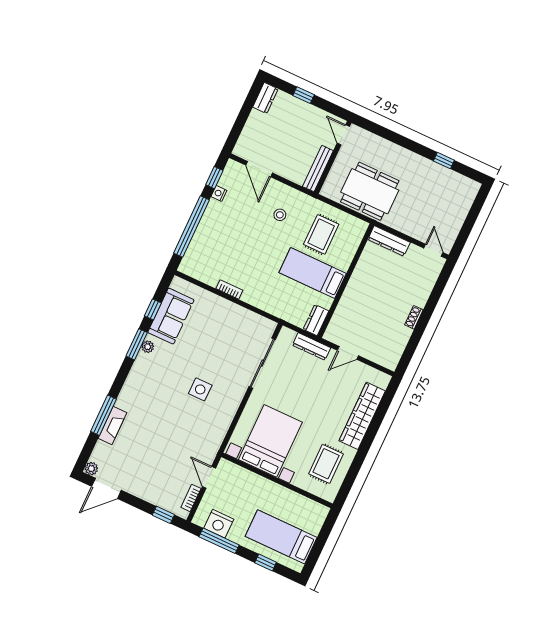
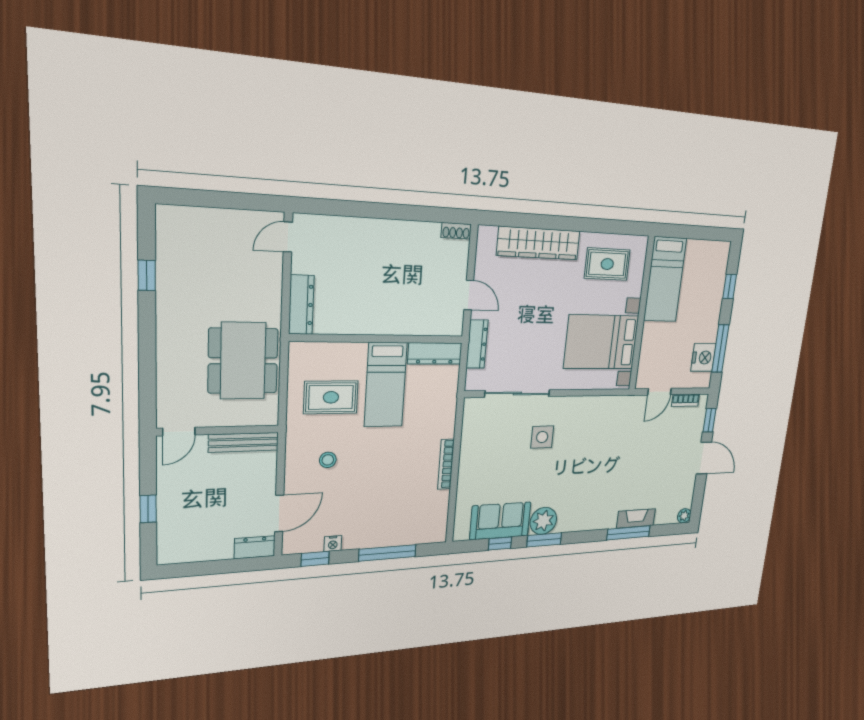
dresser: (265, 98) -> (255, 547), moved
window: (192, 227) -> (387, 553), width x0.68
bookcase: (229, 289) -> (446, 464), width x1.56
shoe rack: (414, 317) -> (456, 231), moved
dresser: (316, 320) -> (435, 353), width x1.44
plant: (148, 347) -> (543, 521), width x1.87, depth x1.87
side table: (200, 389) -> (542, 437), moved
door: (106, 488) -> (704, 458), moved
bed: (281, 537) -> (665, 280), moved

